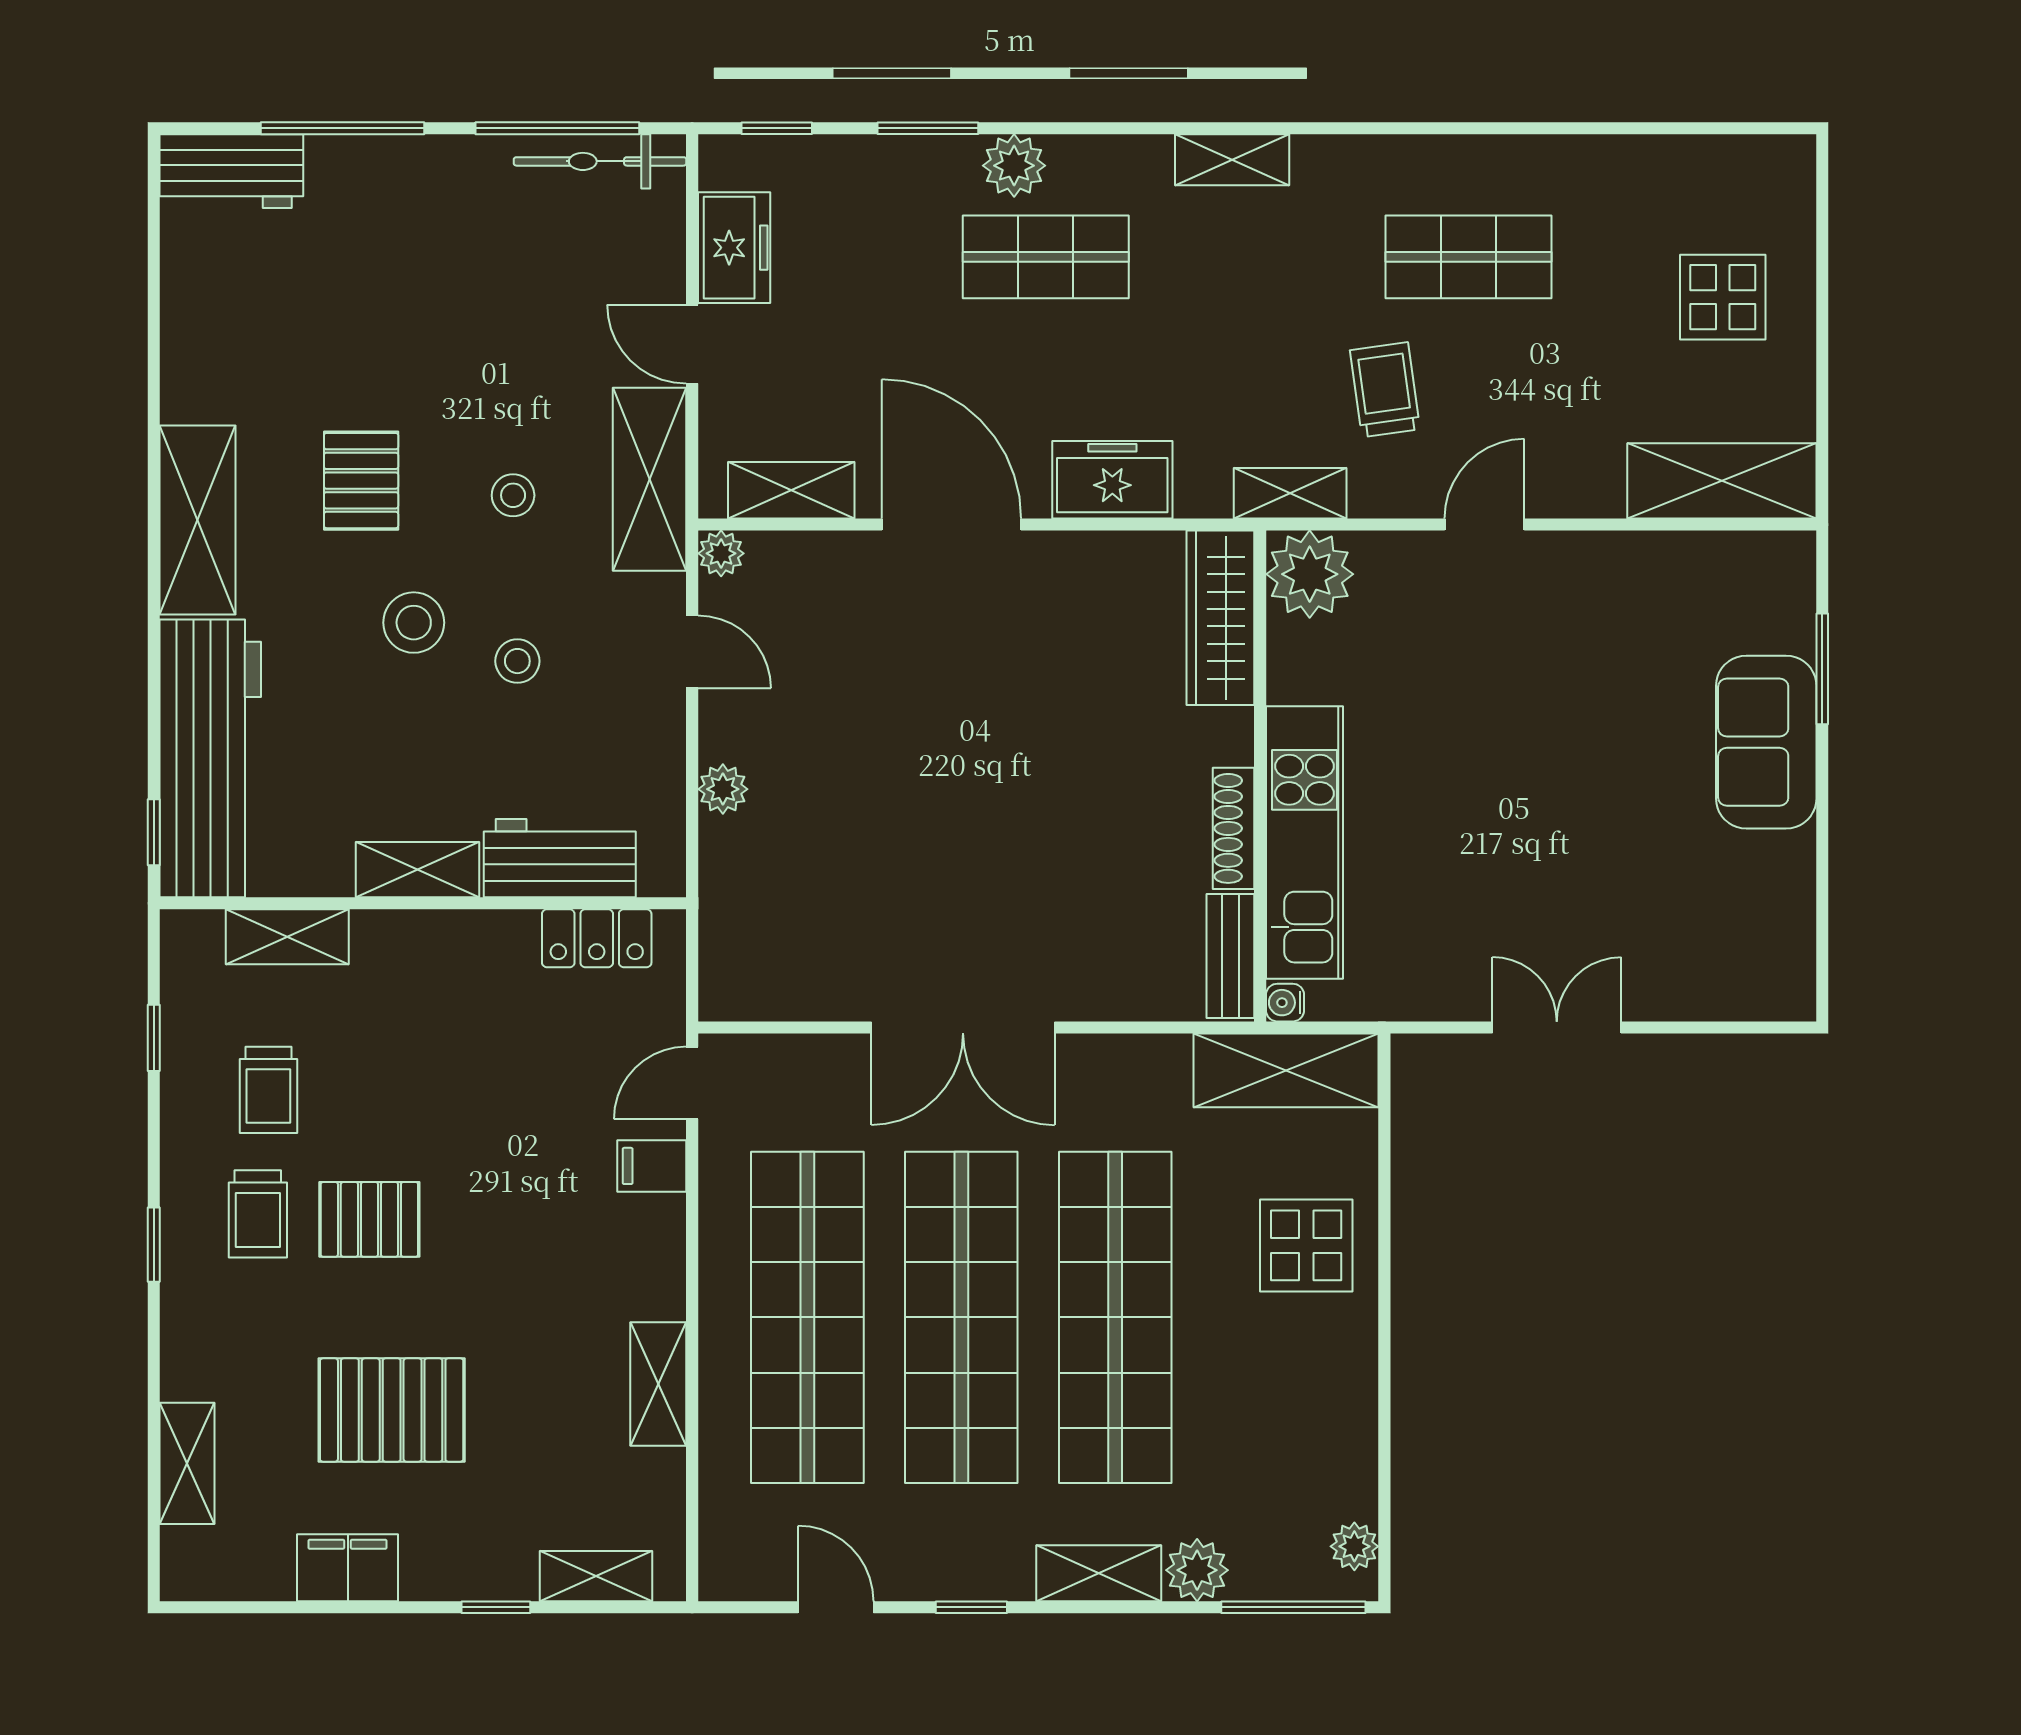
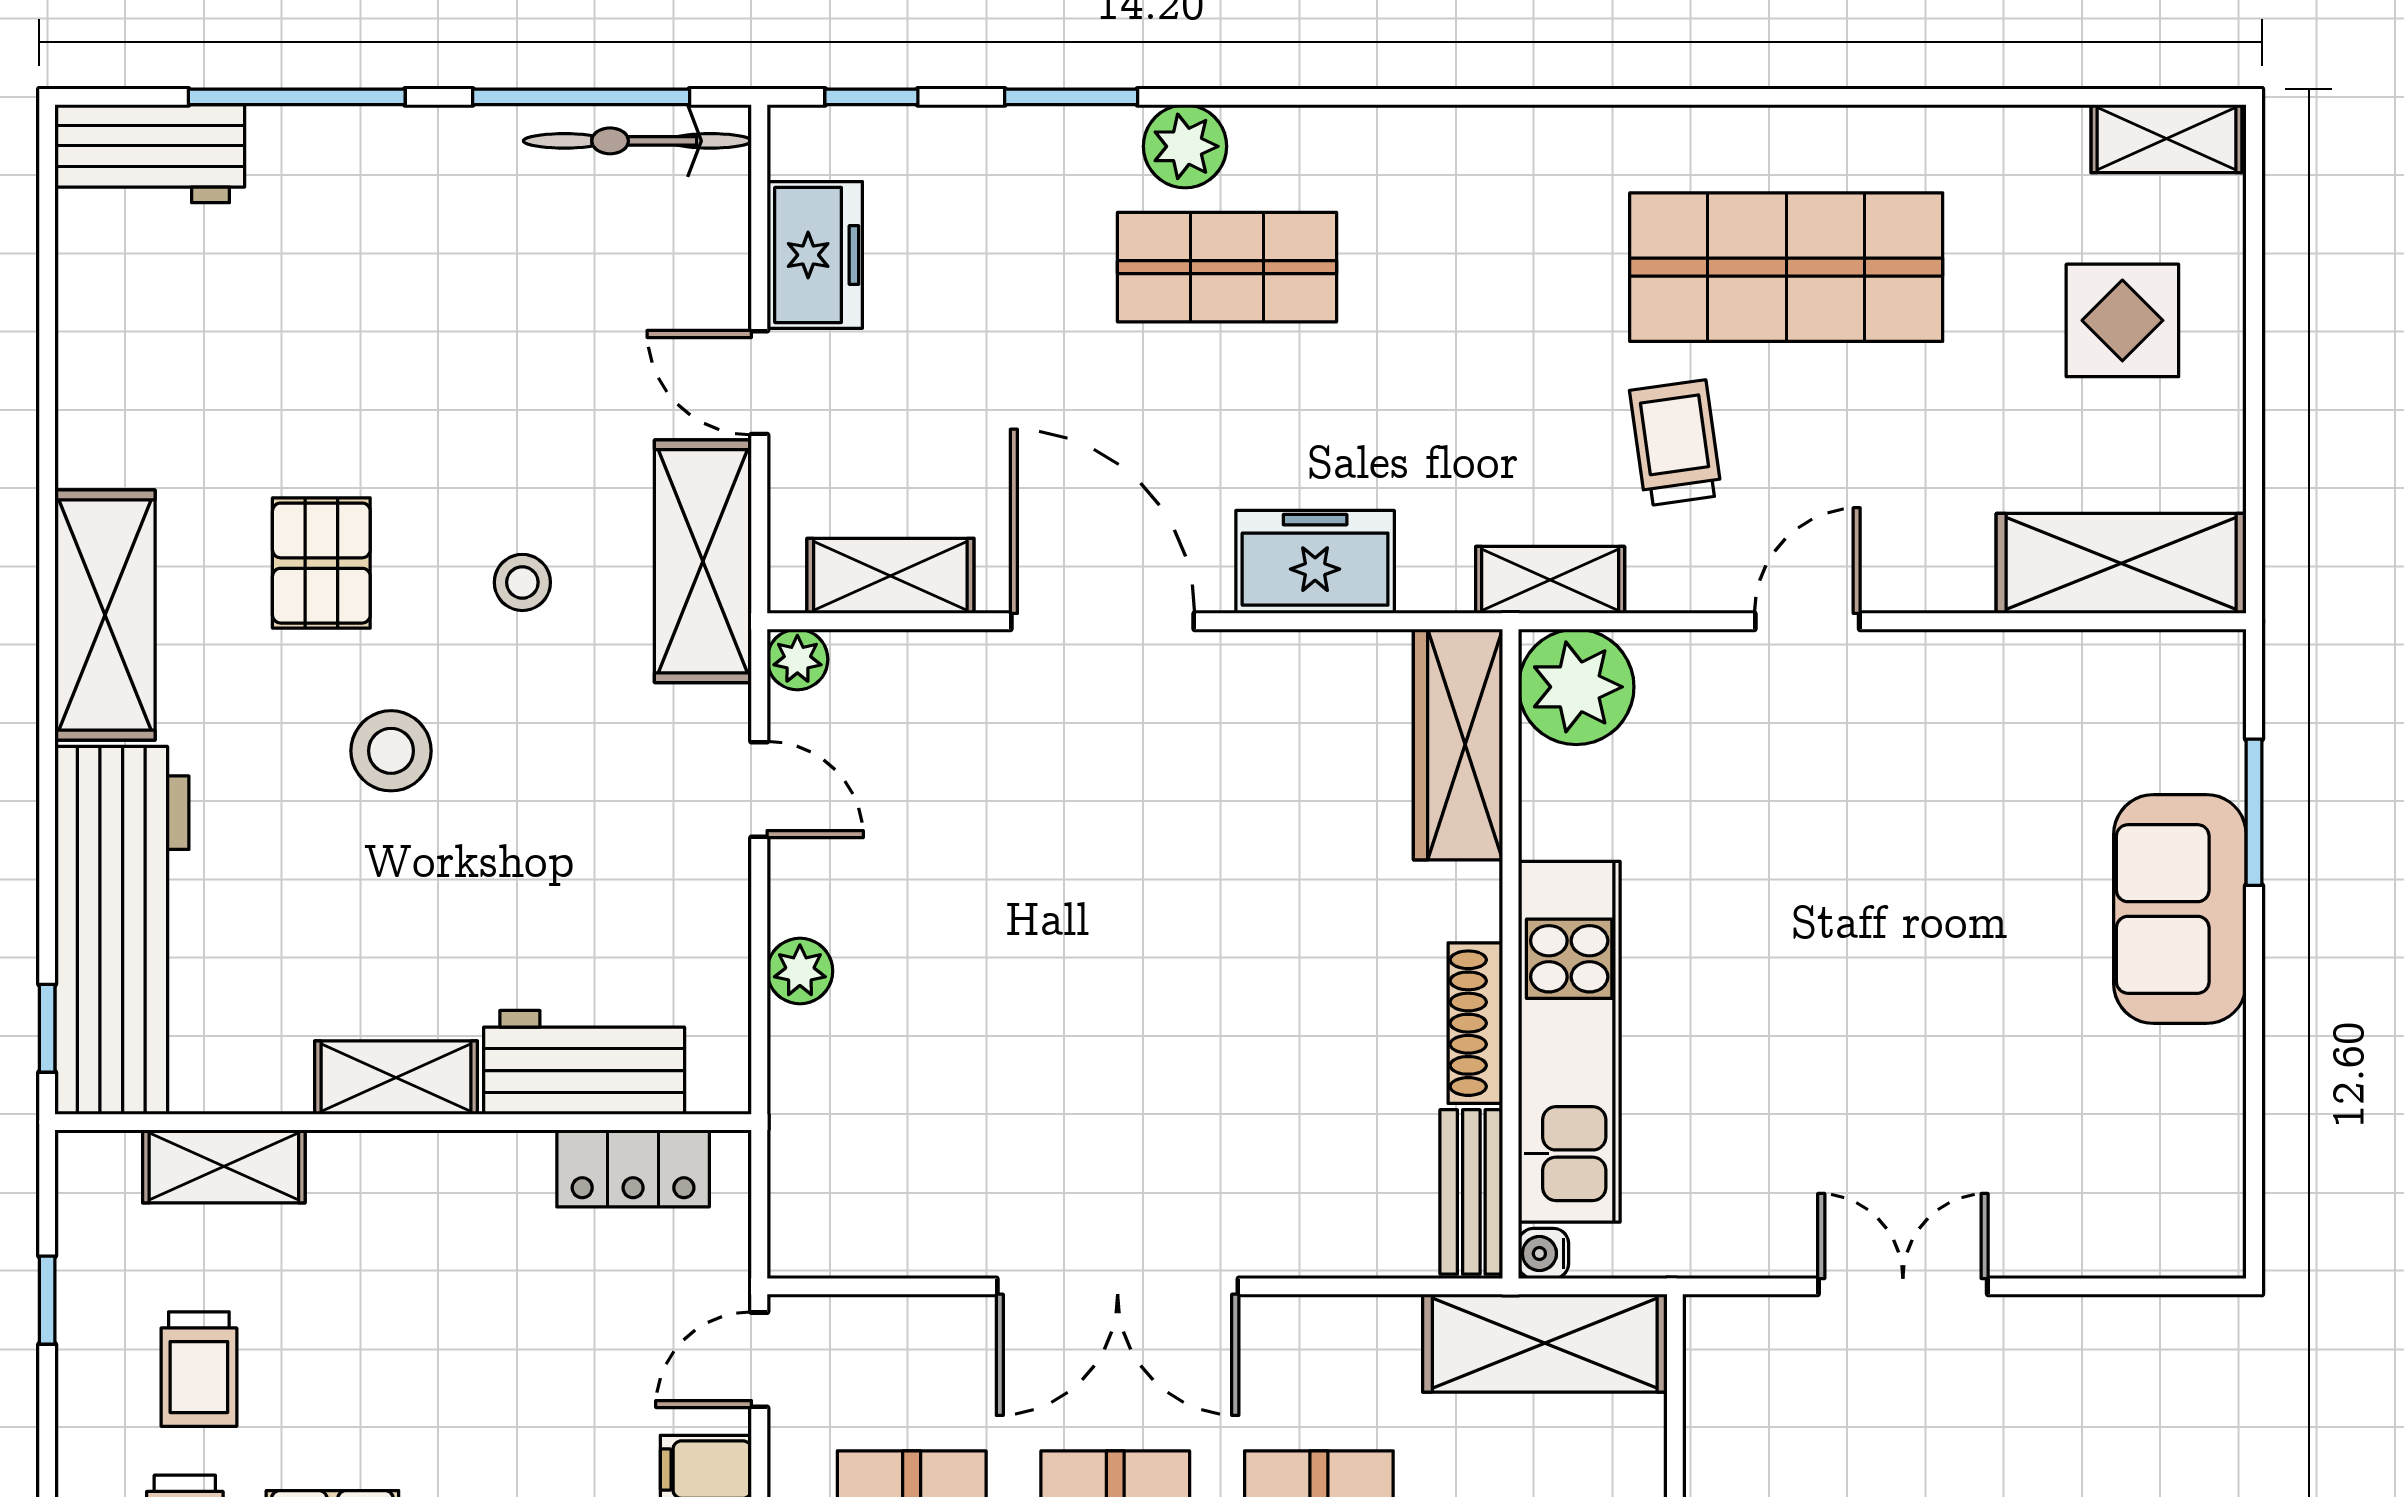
shelving: (1232, 160) -> (2166, 139), moved
shop shelf: (1469, 257) -> (1786, 267), width x1.43, depth x1.36
stool: (517, 661) -> (528, 802), removed

